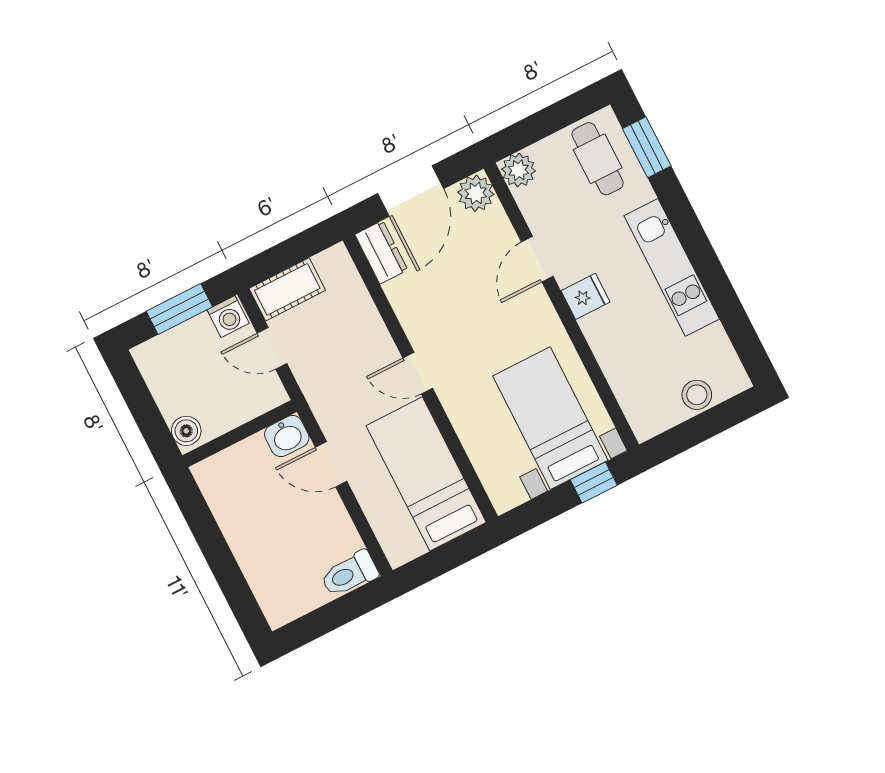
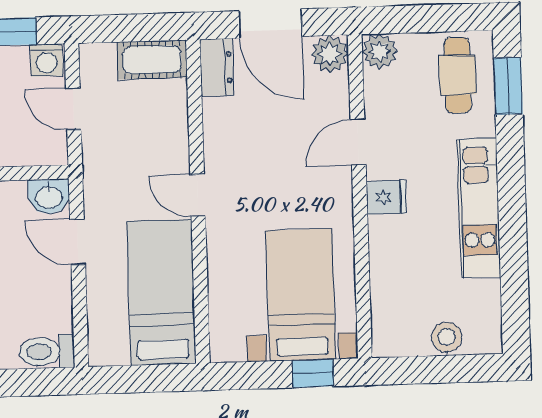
door: (411, 191) -> (270, 24), hinge flipped
cot: (287, 289) -> (152, 60), moved

